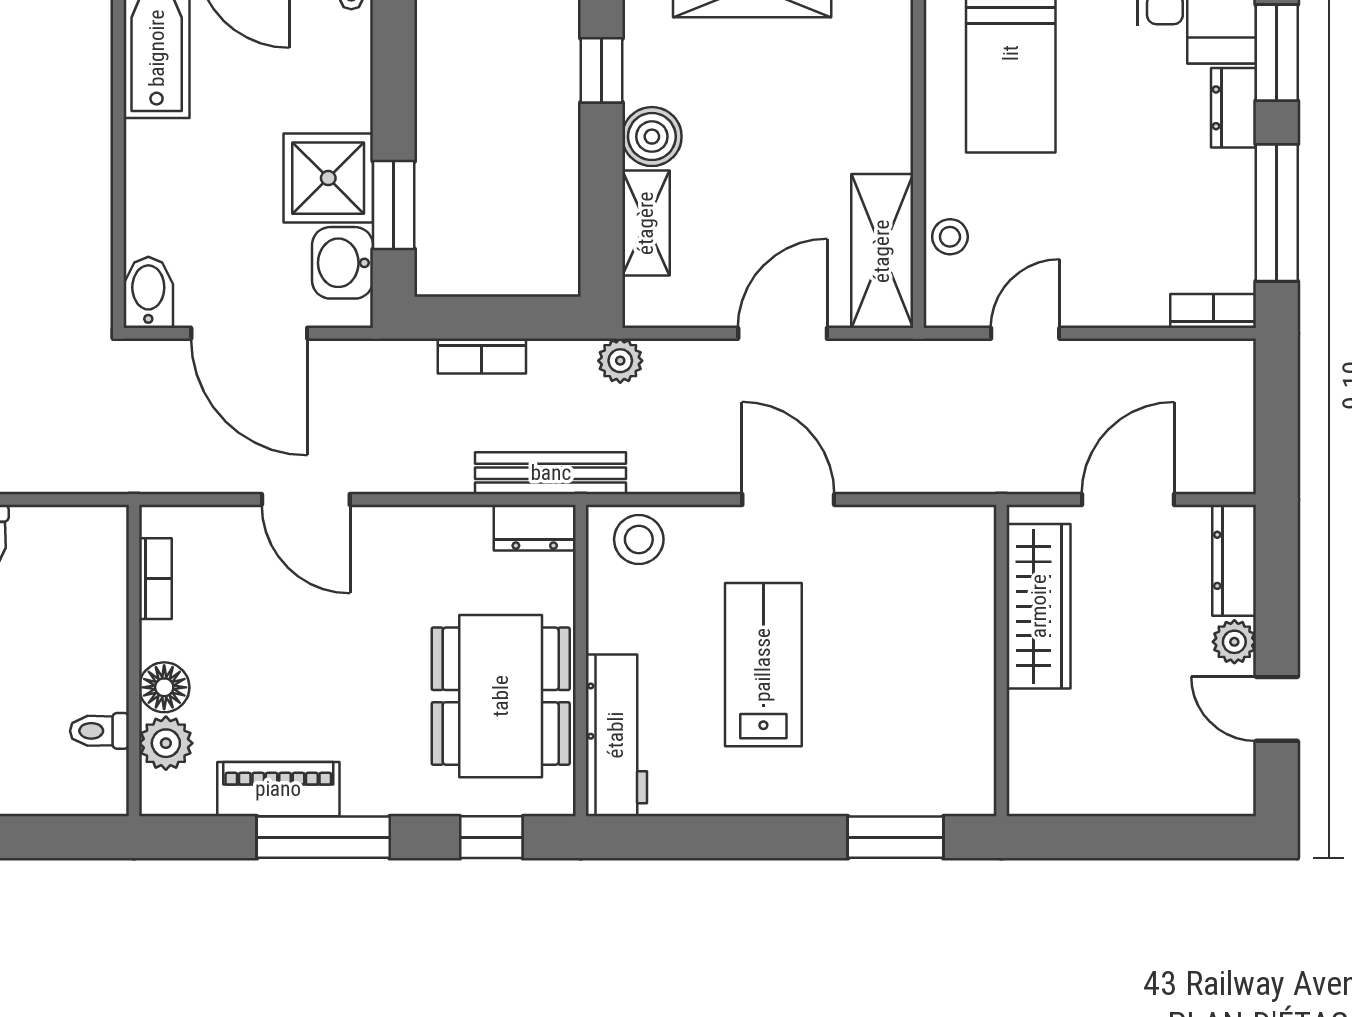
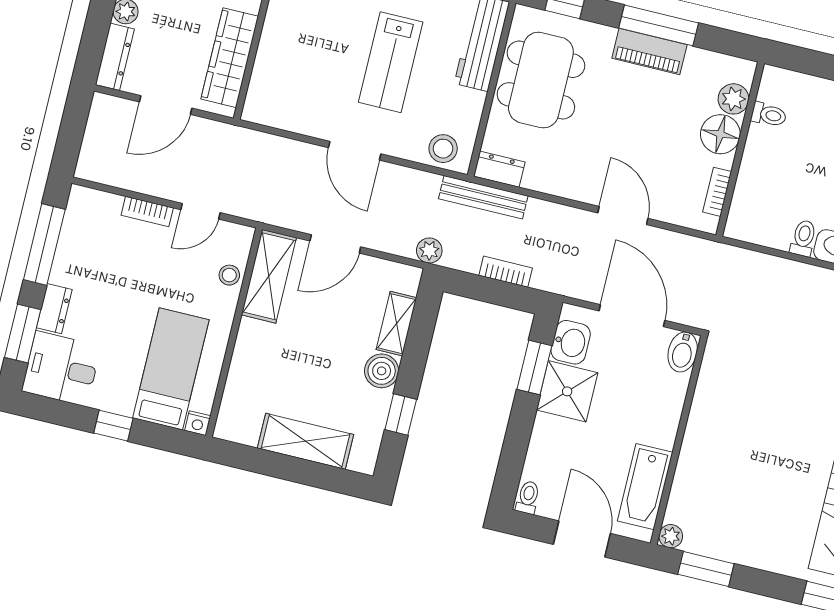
bookcase: (1213, 311) -> (147, 211), moved
floor lamp: (164, 687) -> (720, 134), width x1.38, depth x1.38
piano: (278, 789) -> (649, 52), moved

